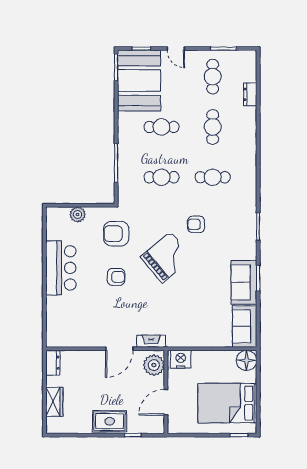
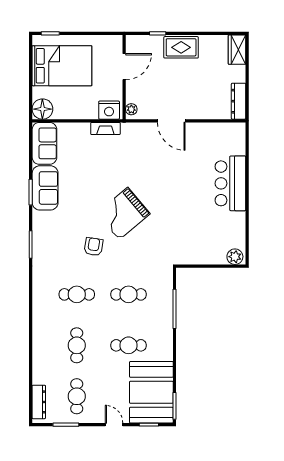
dresser: (250, 94) -> (39, 402), moved, width x1.44
plant: (78, 214) -> (235, 257), moved
armchair: (196, 224) -> (94, 247), turned -81
armchair: (116, 234) -> (174, 237), removed
bar counter: (61, 268) -> (230, 183), moved
armchair: (116, 277) -> (175, 193), removed
fireplace: (151, 341) -> (105, 128), moved
door: (119, 349) -> (171, 121), swing flipped
dresser: (53, 363) -> (239, 101), width x1.44
plant: (154, 365) -> (131, 109), width x0.53, depth x0.53
wardrobe: (54, 402) -> (237, 50), moved

